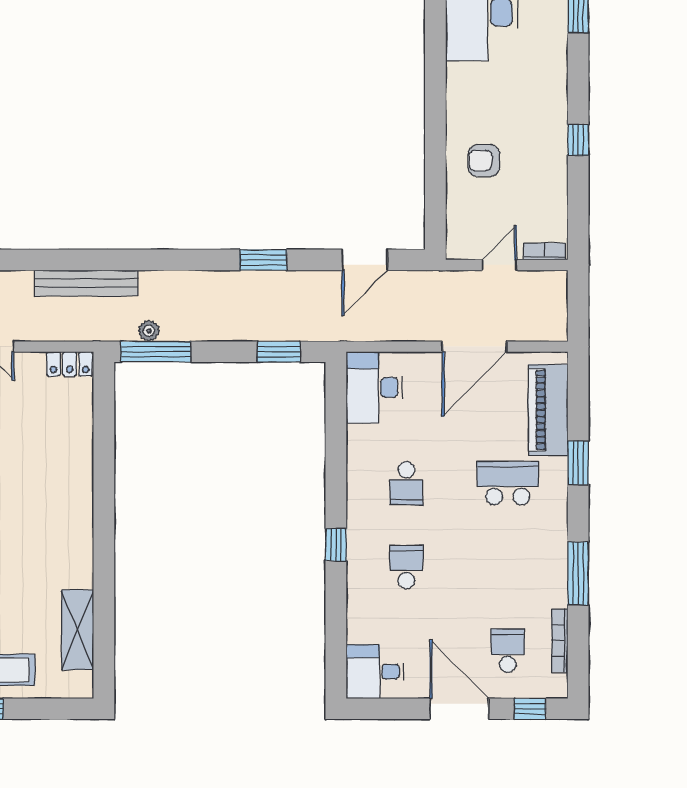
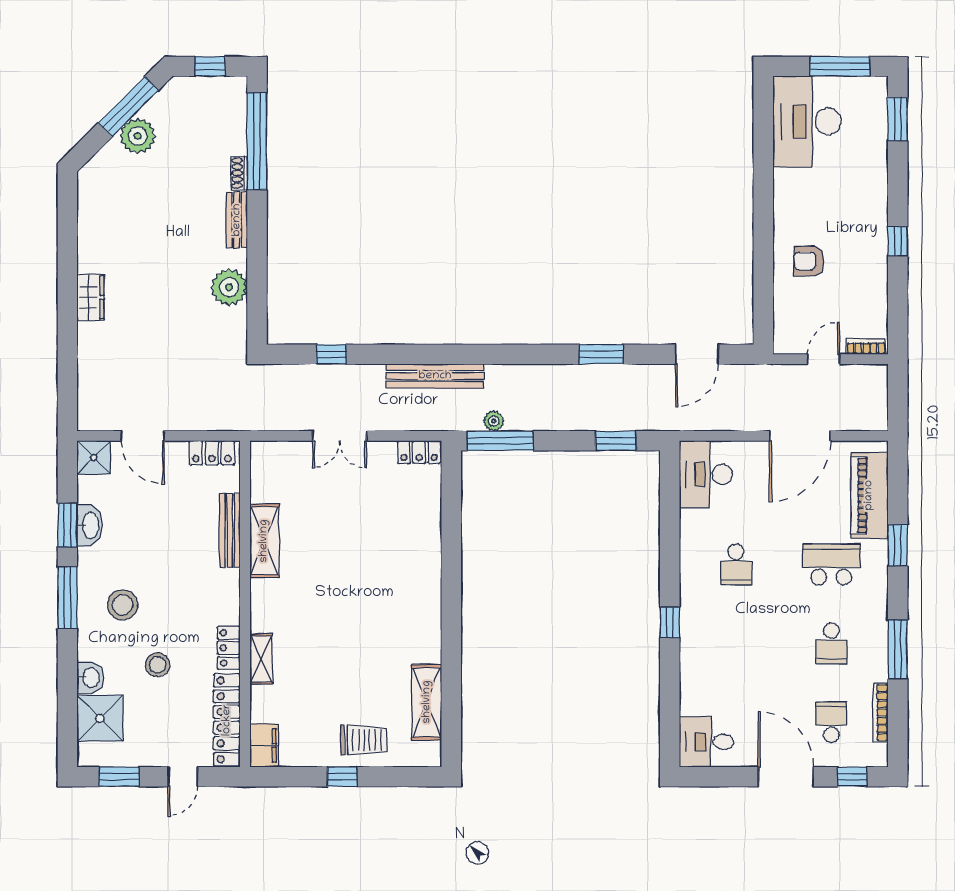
school desk: (406, 567) -> (831, 643), moved, turned 180

